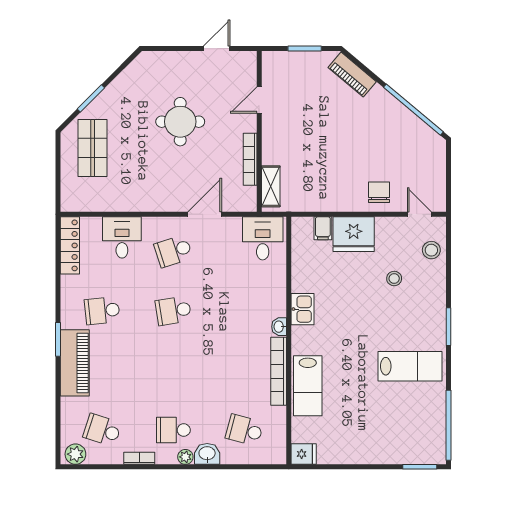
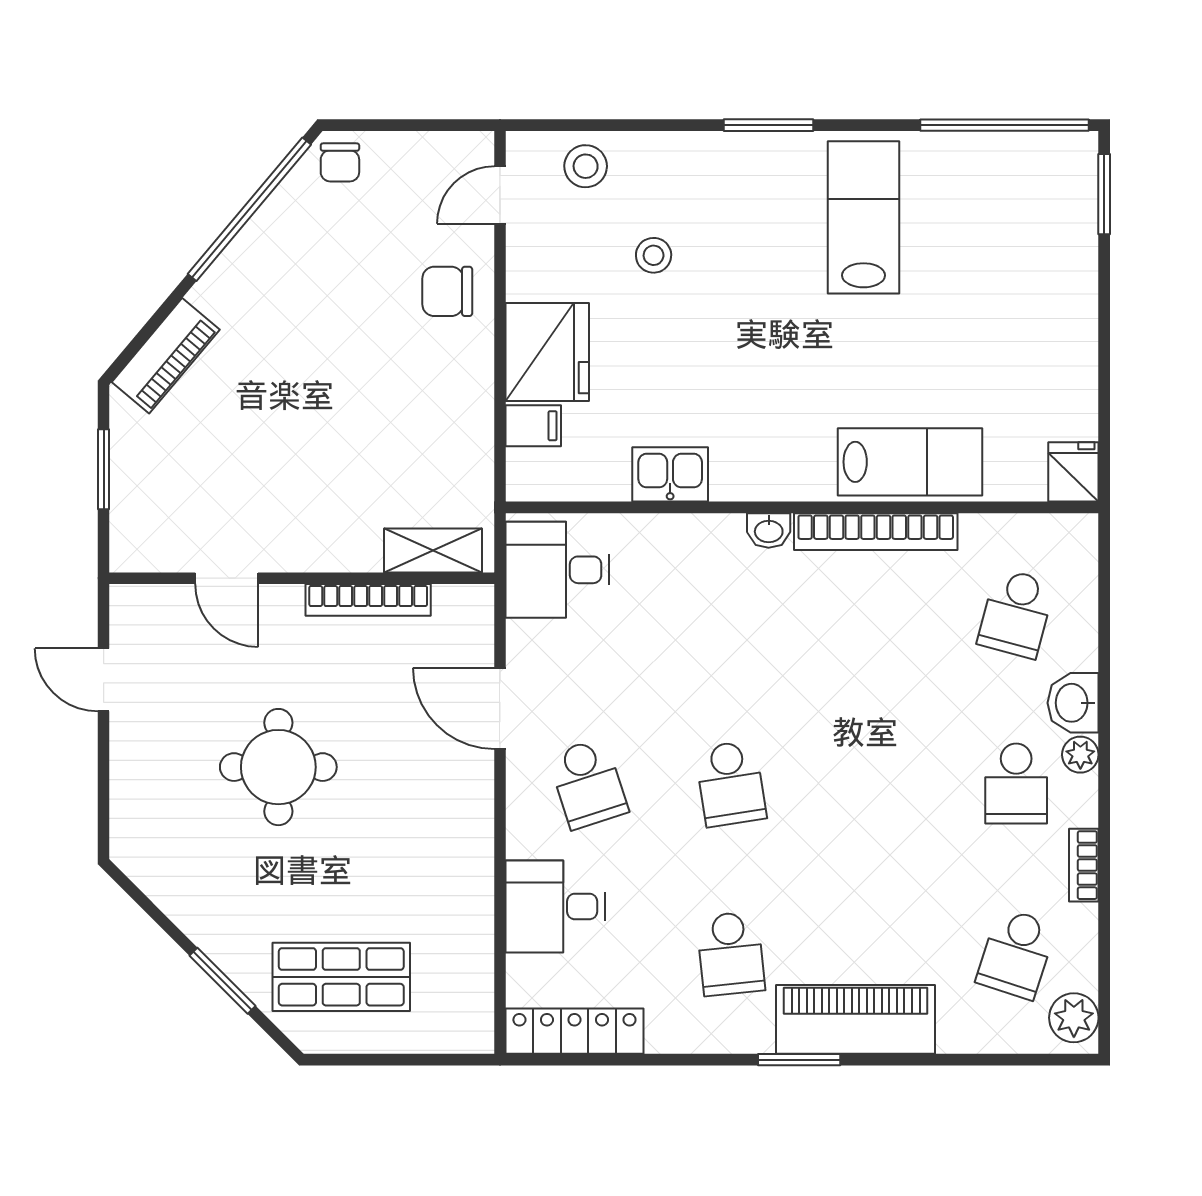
chair: (433, 147) -> (340, 162), added
kitchen sink: (303, 309) -> (670, 474), moved

